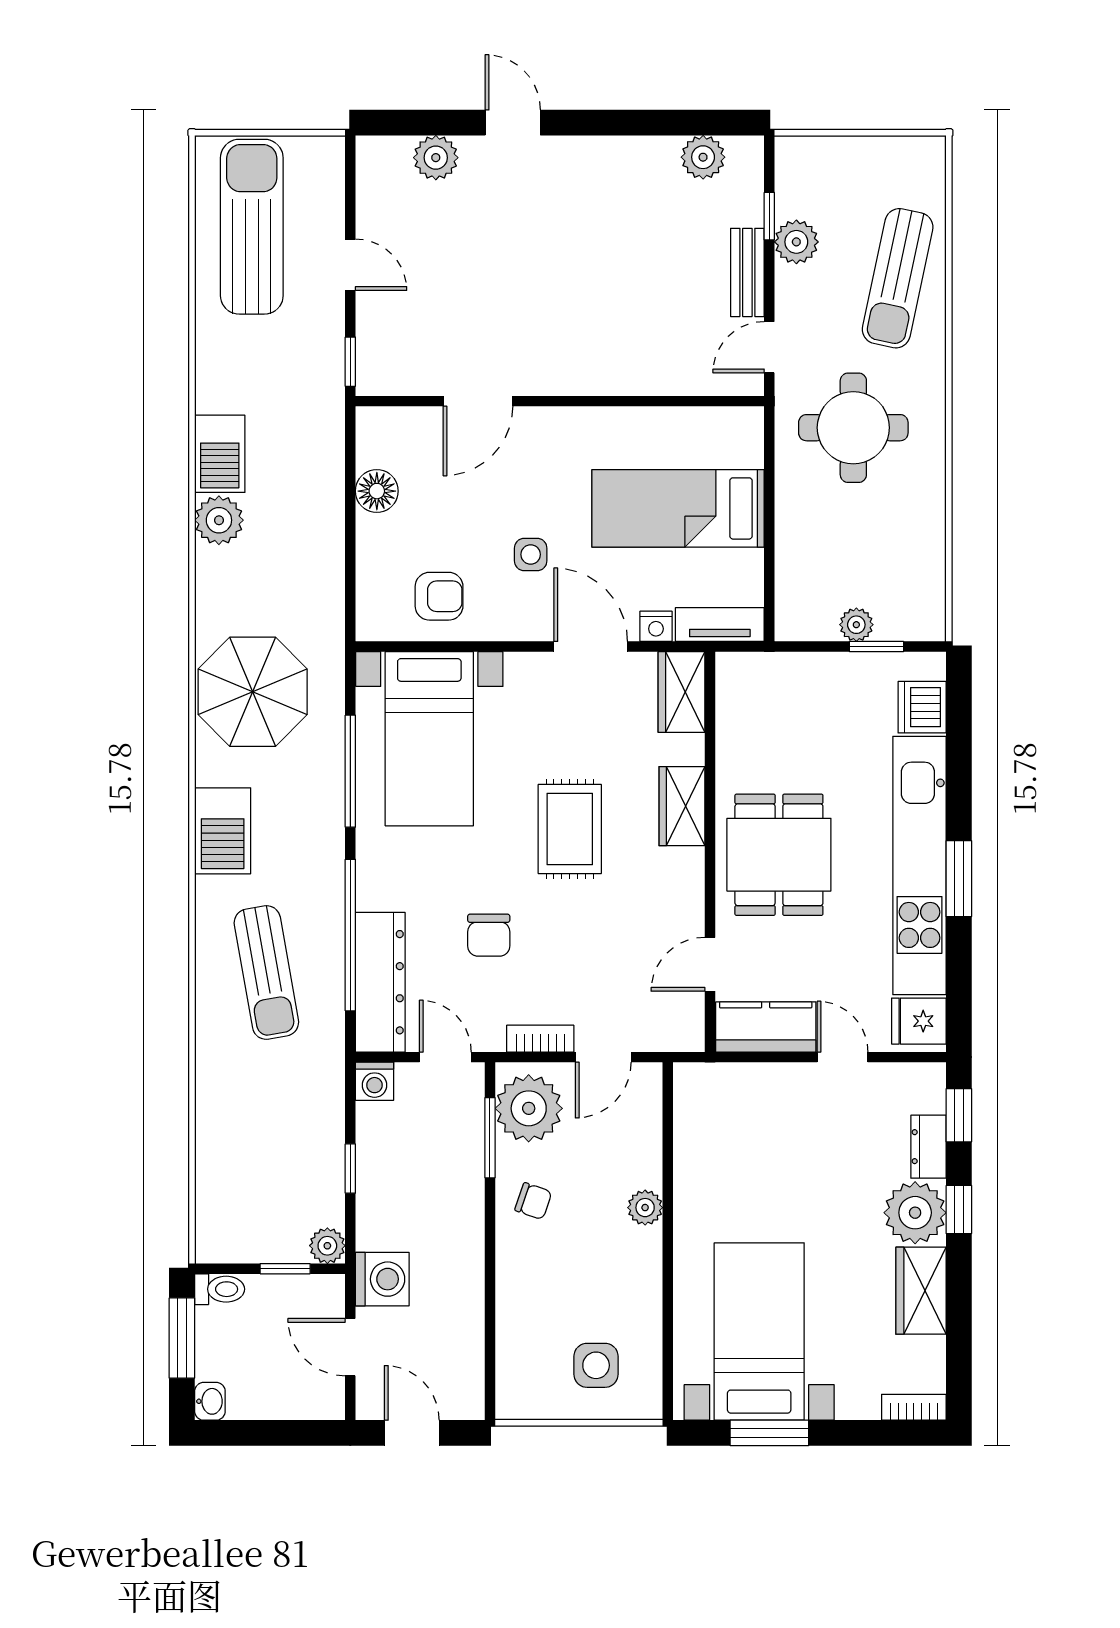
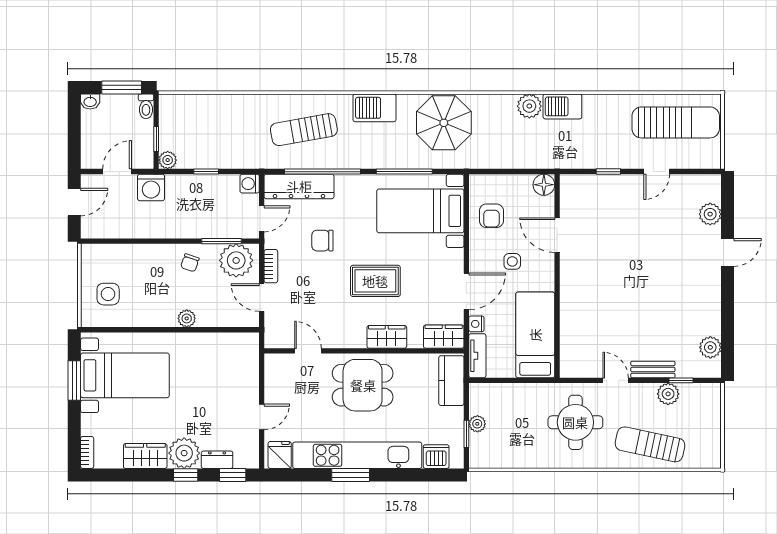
door: (478, 401) -> (557, 235), moved
wall: (560, 401) -> (557, 276), moved
kitchen counter: (766, 1027) -> (451, 381), moved, turned 180

